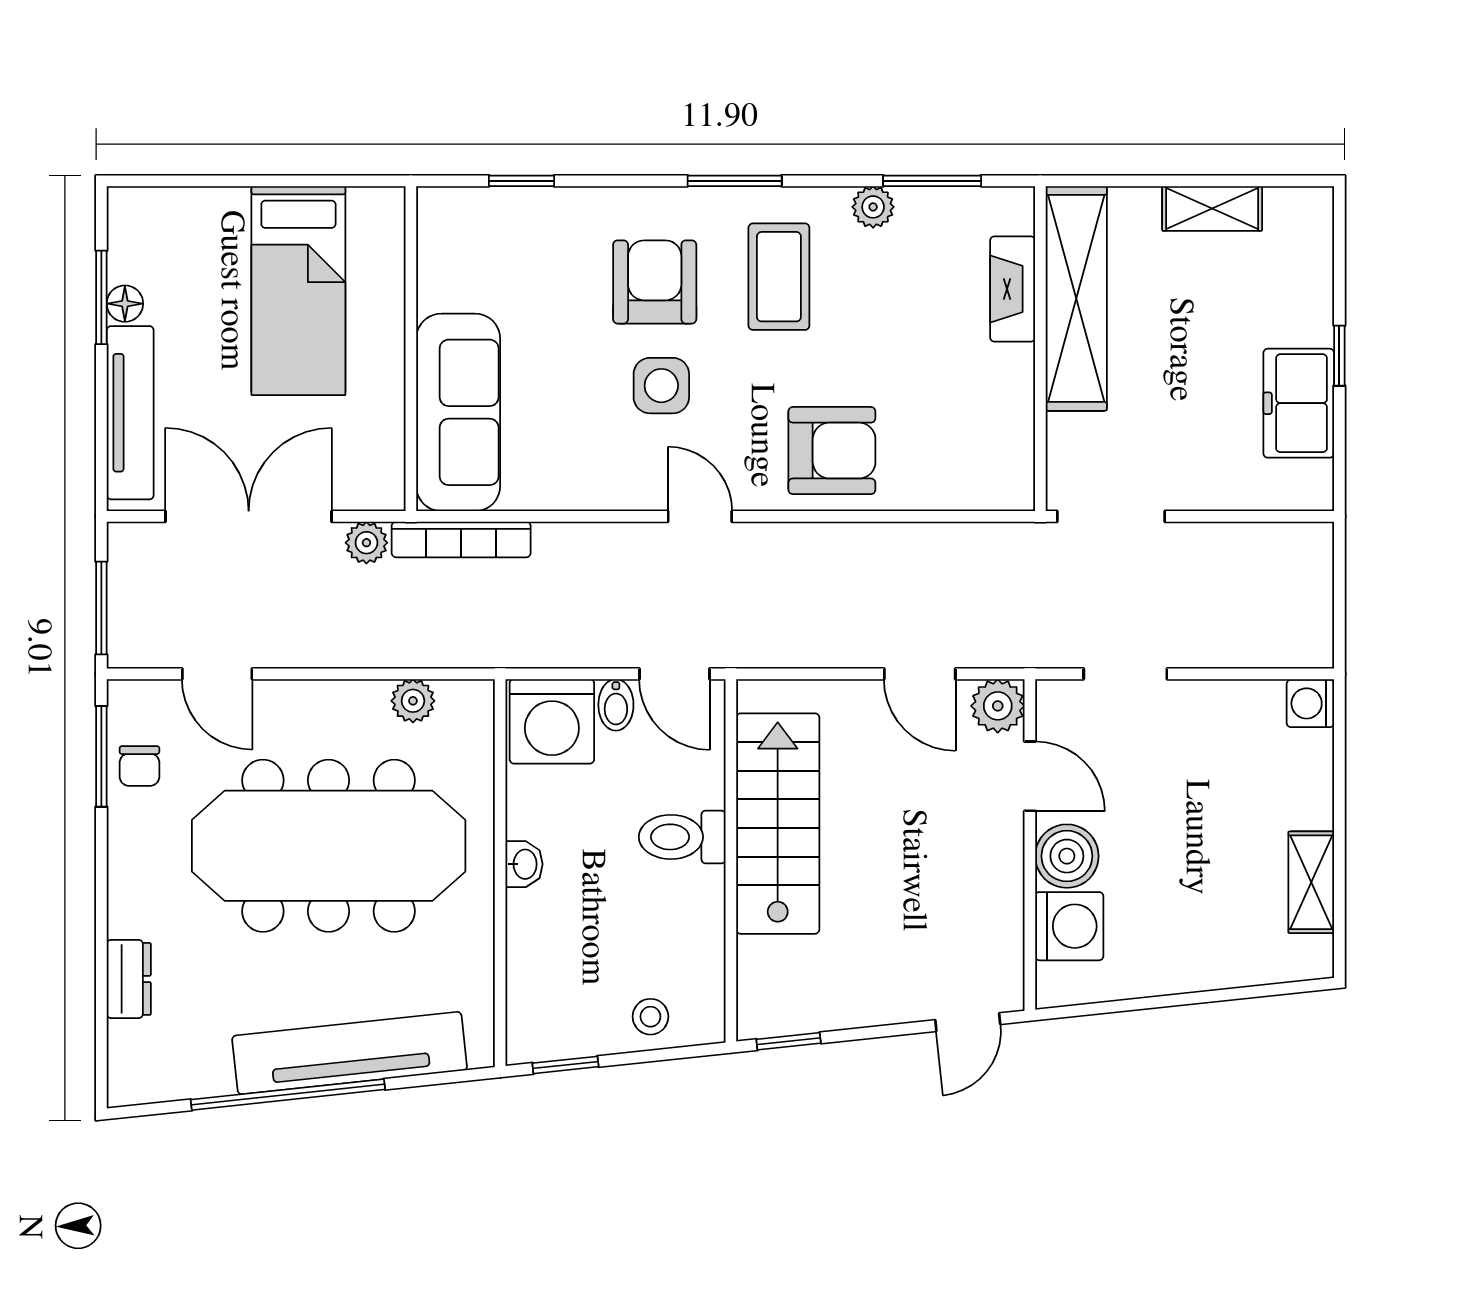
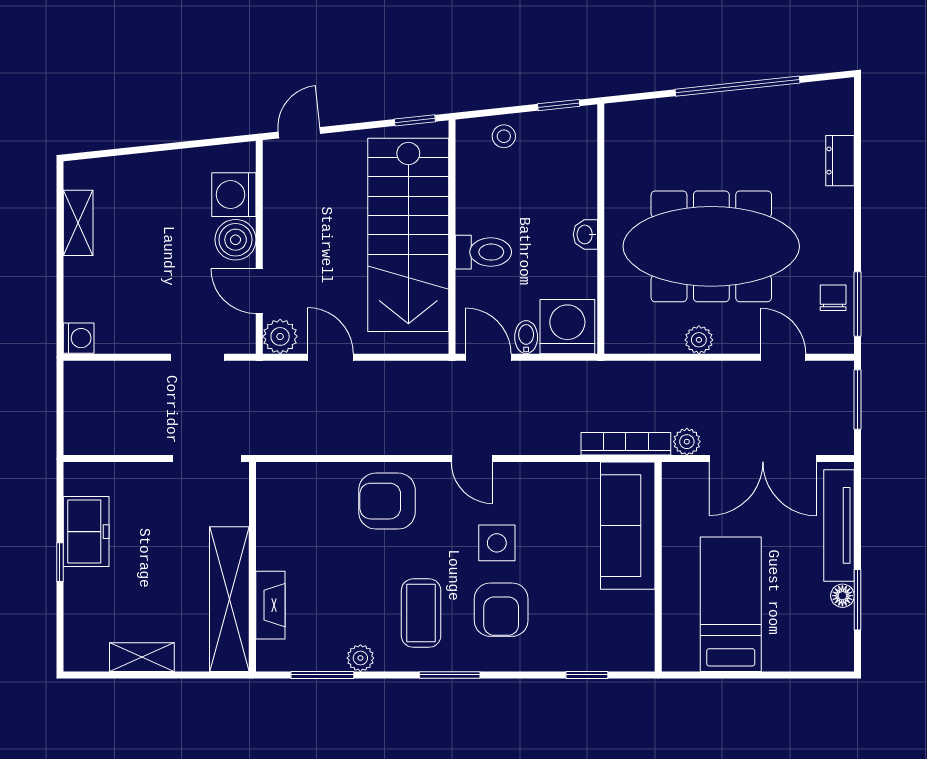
plant: (413, 701) -> (699, 340), moved
stairs: (778, 824) -> (408, 235), width x1.36, depth x1.51
tv unit: (350, 1053) -> (698, 113), removed

